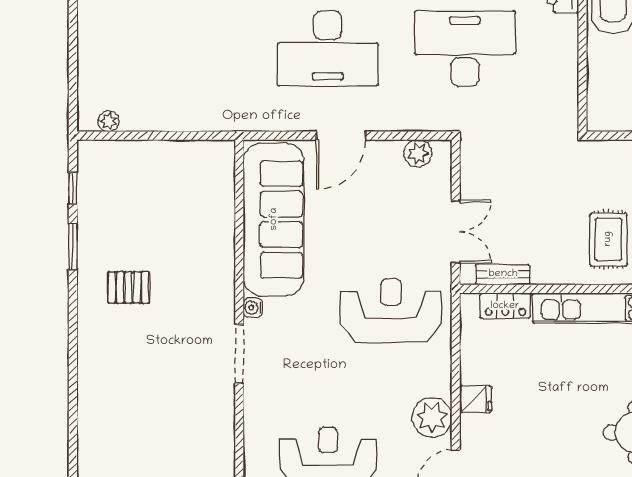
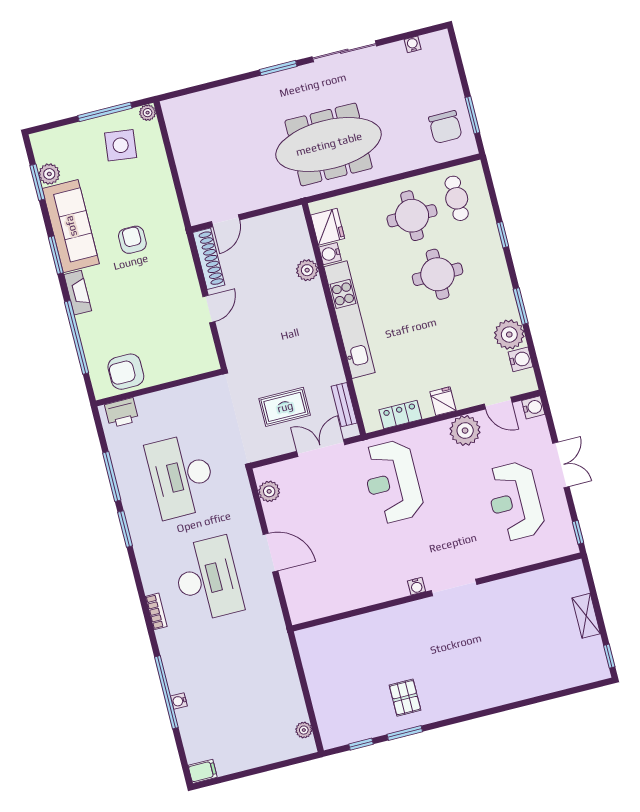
sofa: (274, 219) -> (346, 587), removed
rug: (608, 239) -> (285, 407), moved
pallet: (129, 287) -> (405, 698), moved
locker: (505, 306) -> (400, 415), moved, turned -90

